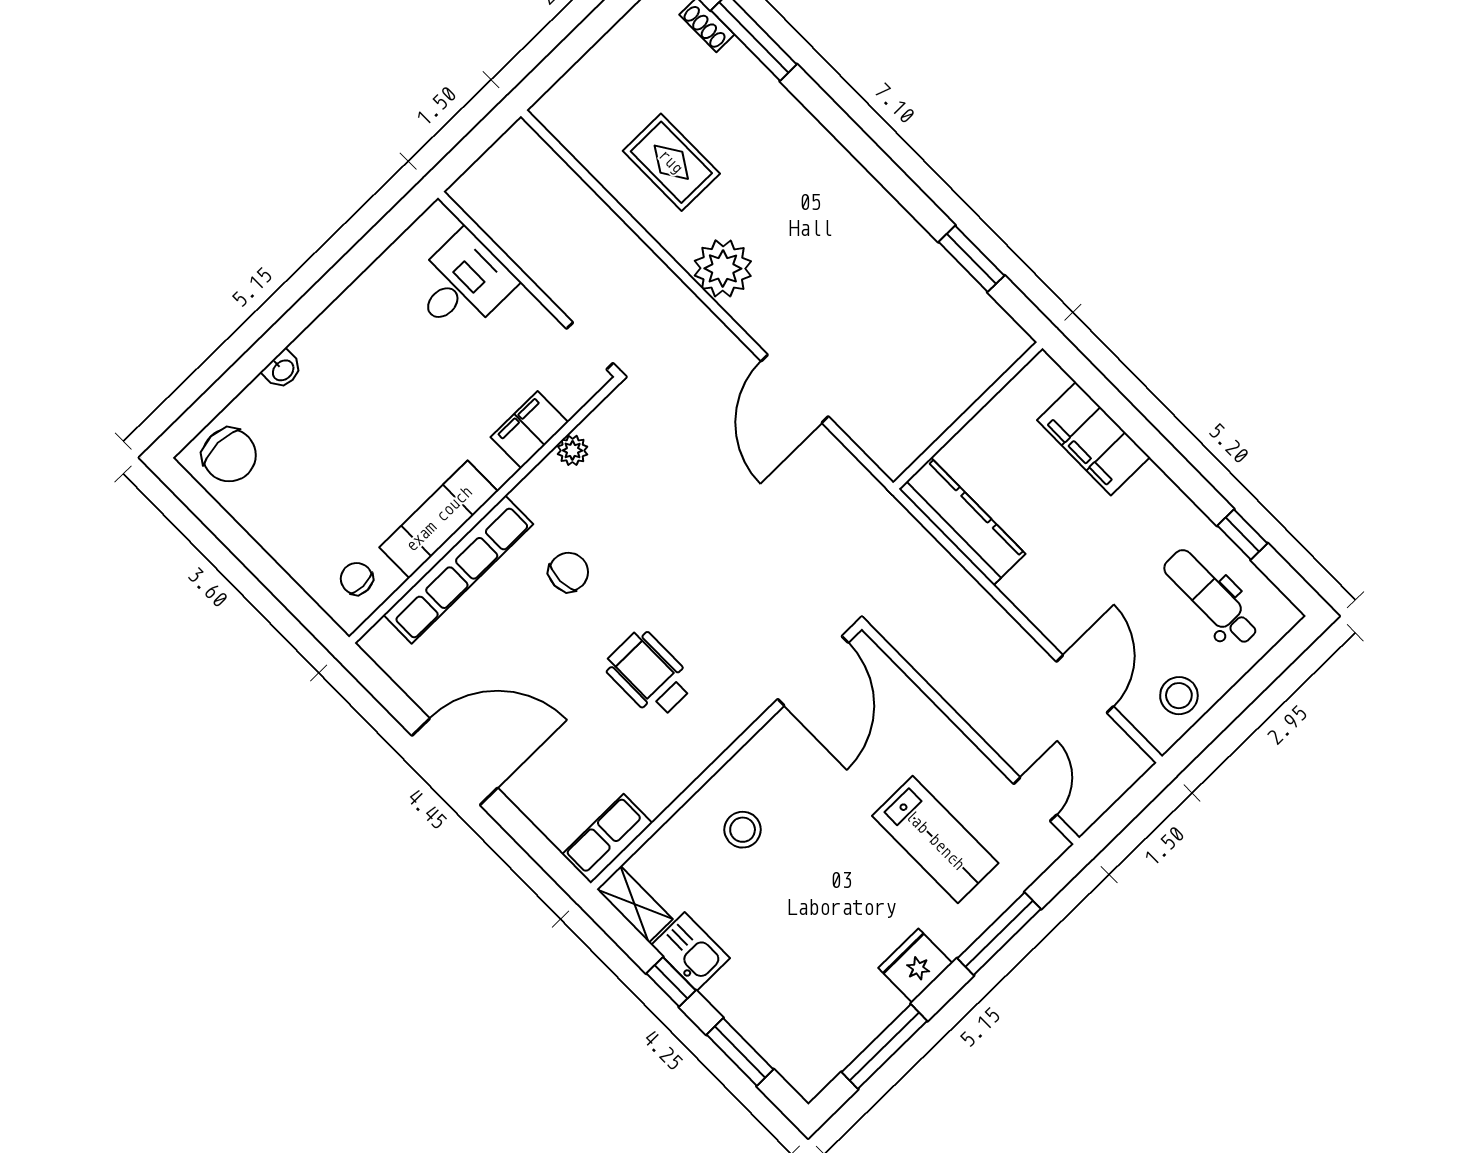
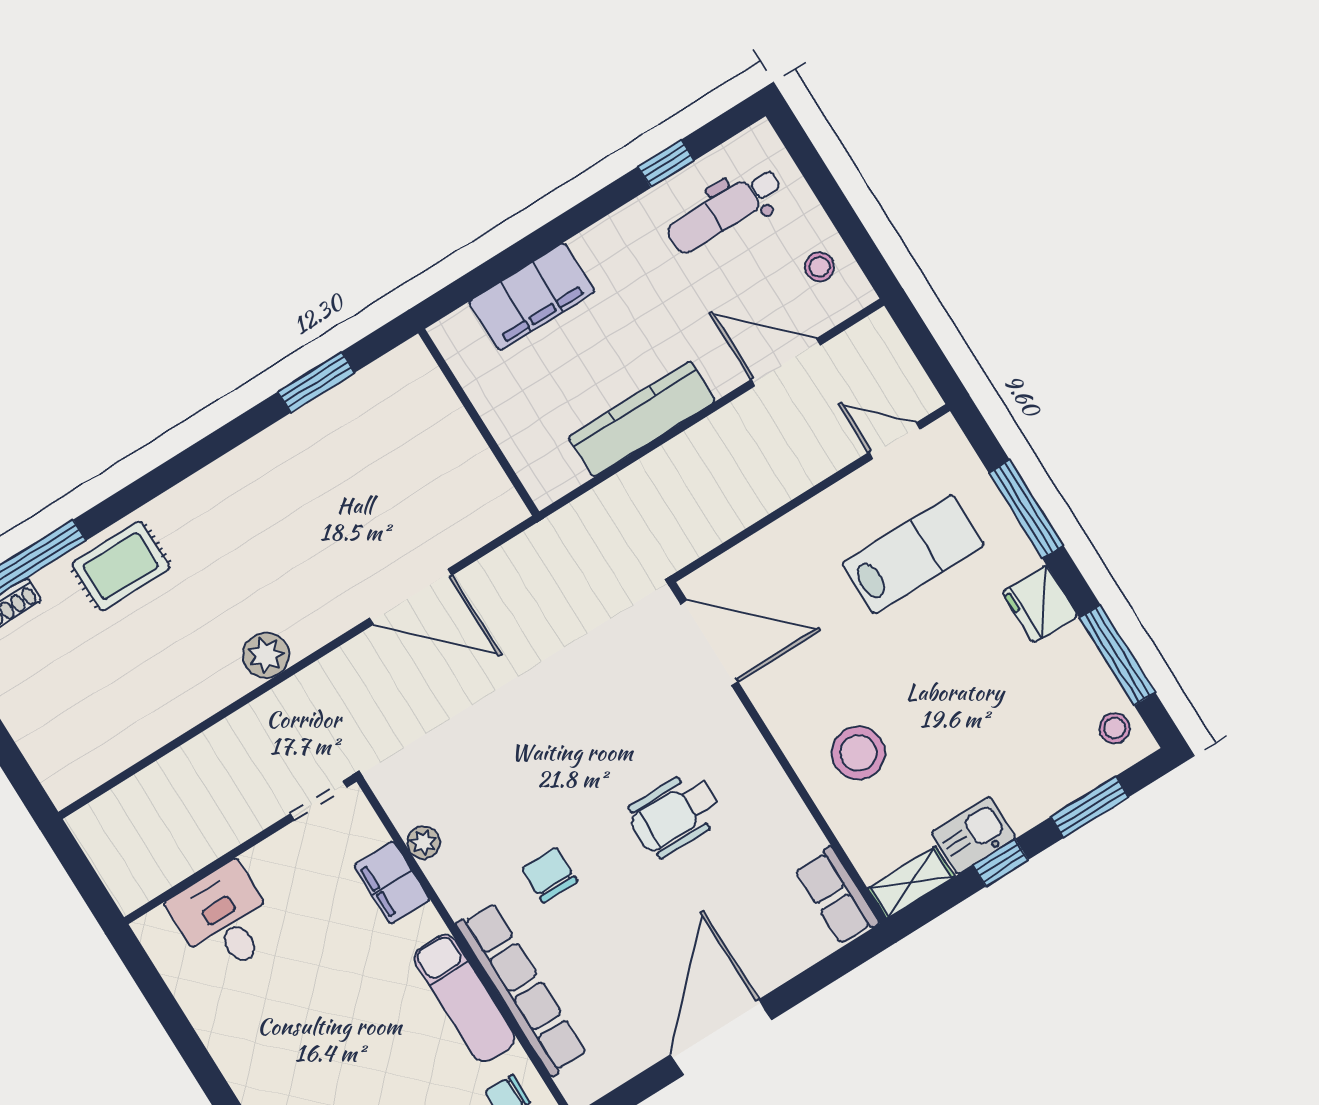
rug: (671, 162) -> (121, 566), moved
plant: (723, 268) -> (266, 655), width x0.73, depth x0.73
kitchen counter: (962, 521) -> (642, 419), moved
stool: (1179, 696) -> (819, 267), width x0.73, depth x0.73
stool: (743, 830) -> (858, 753), width x1.38, depth x1.38
stool: (817, 1059) -> (1115, 728), added

